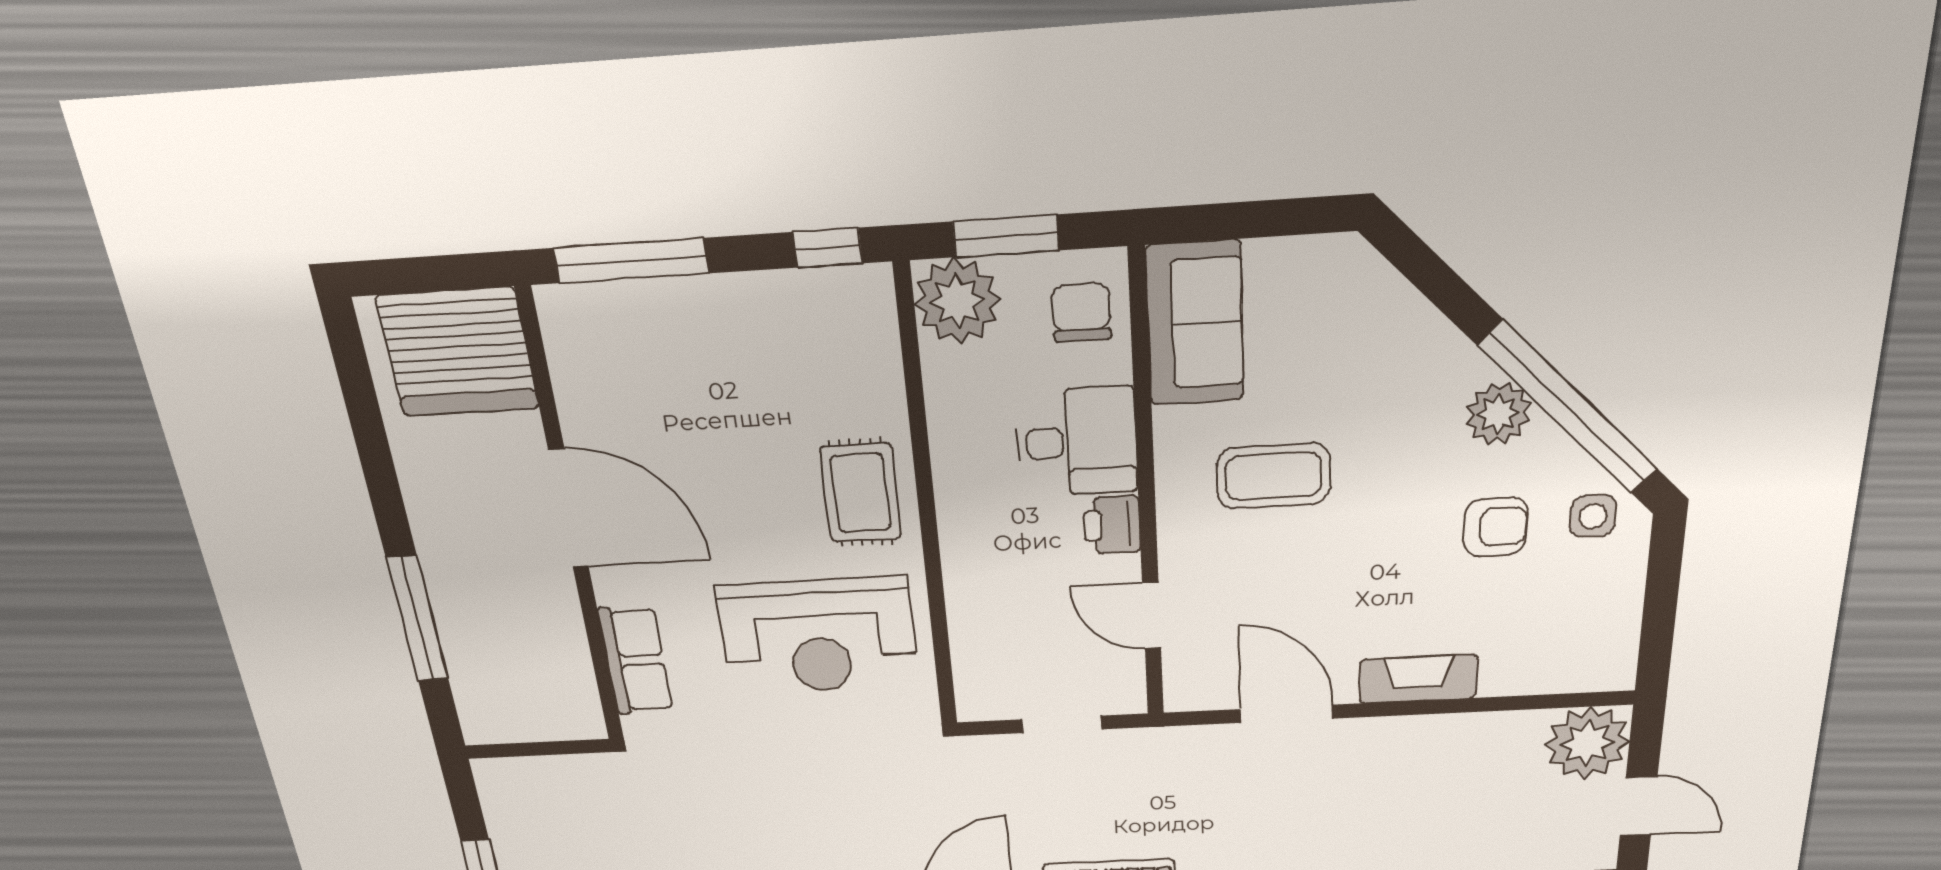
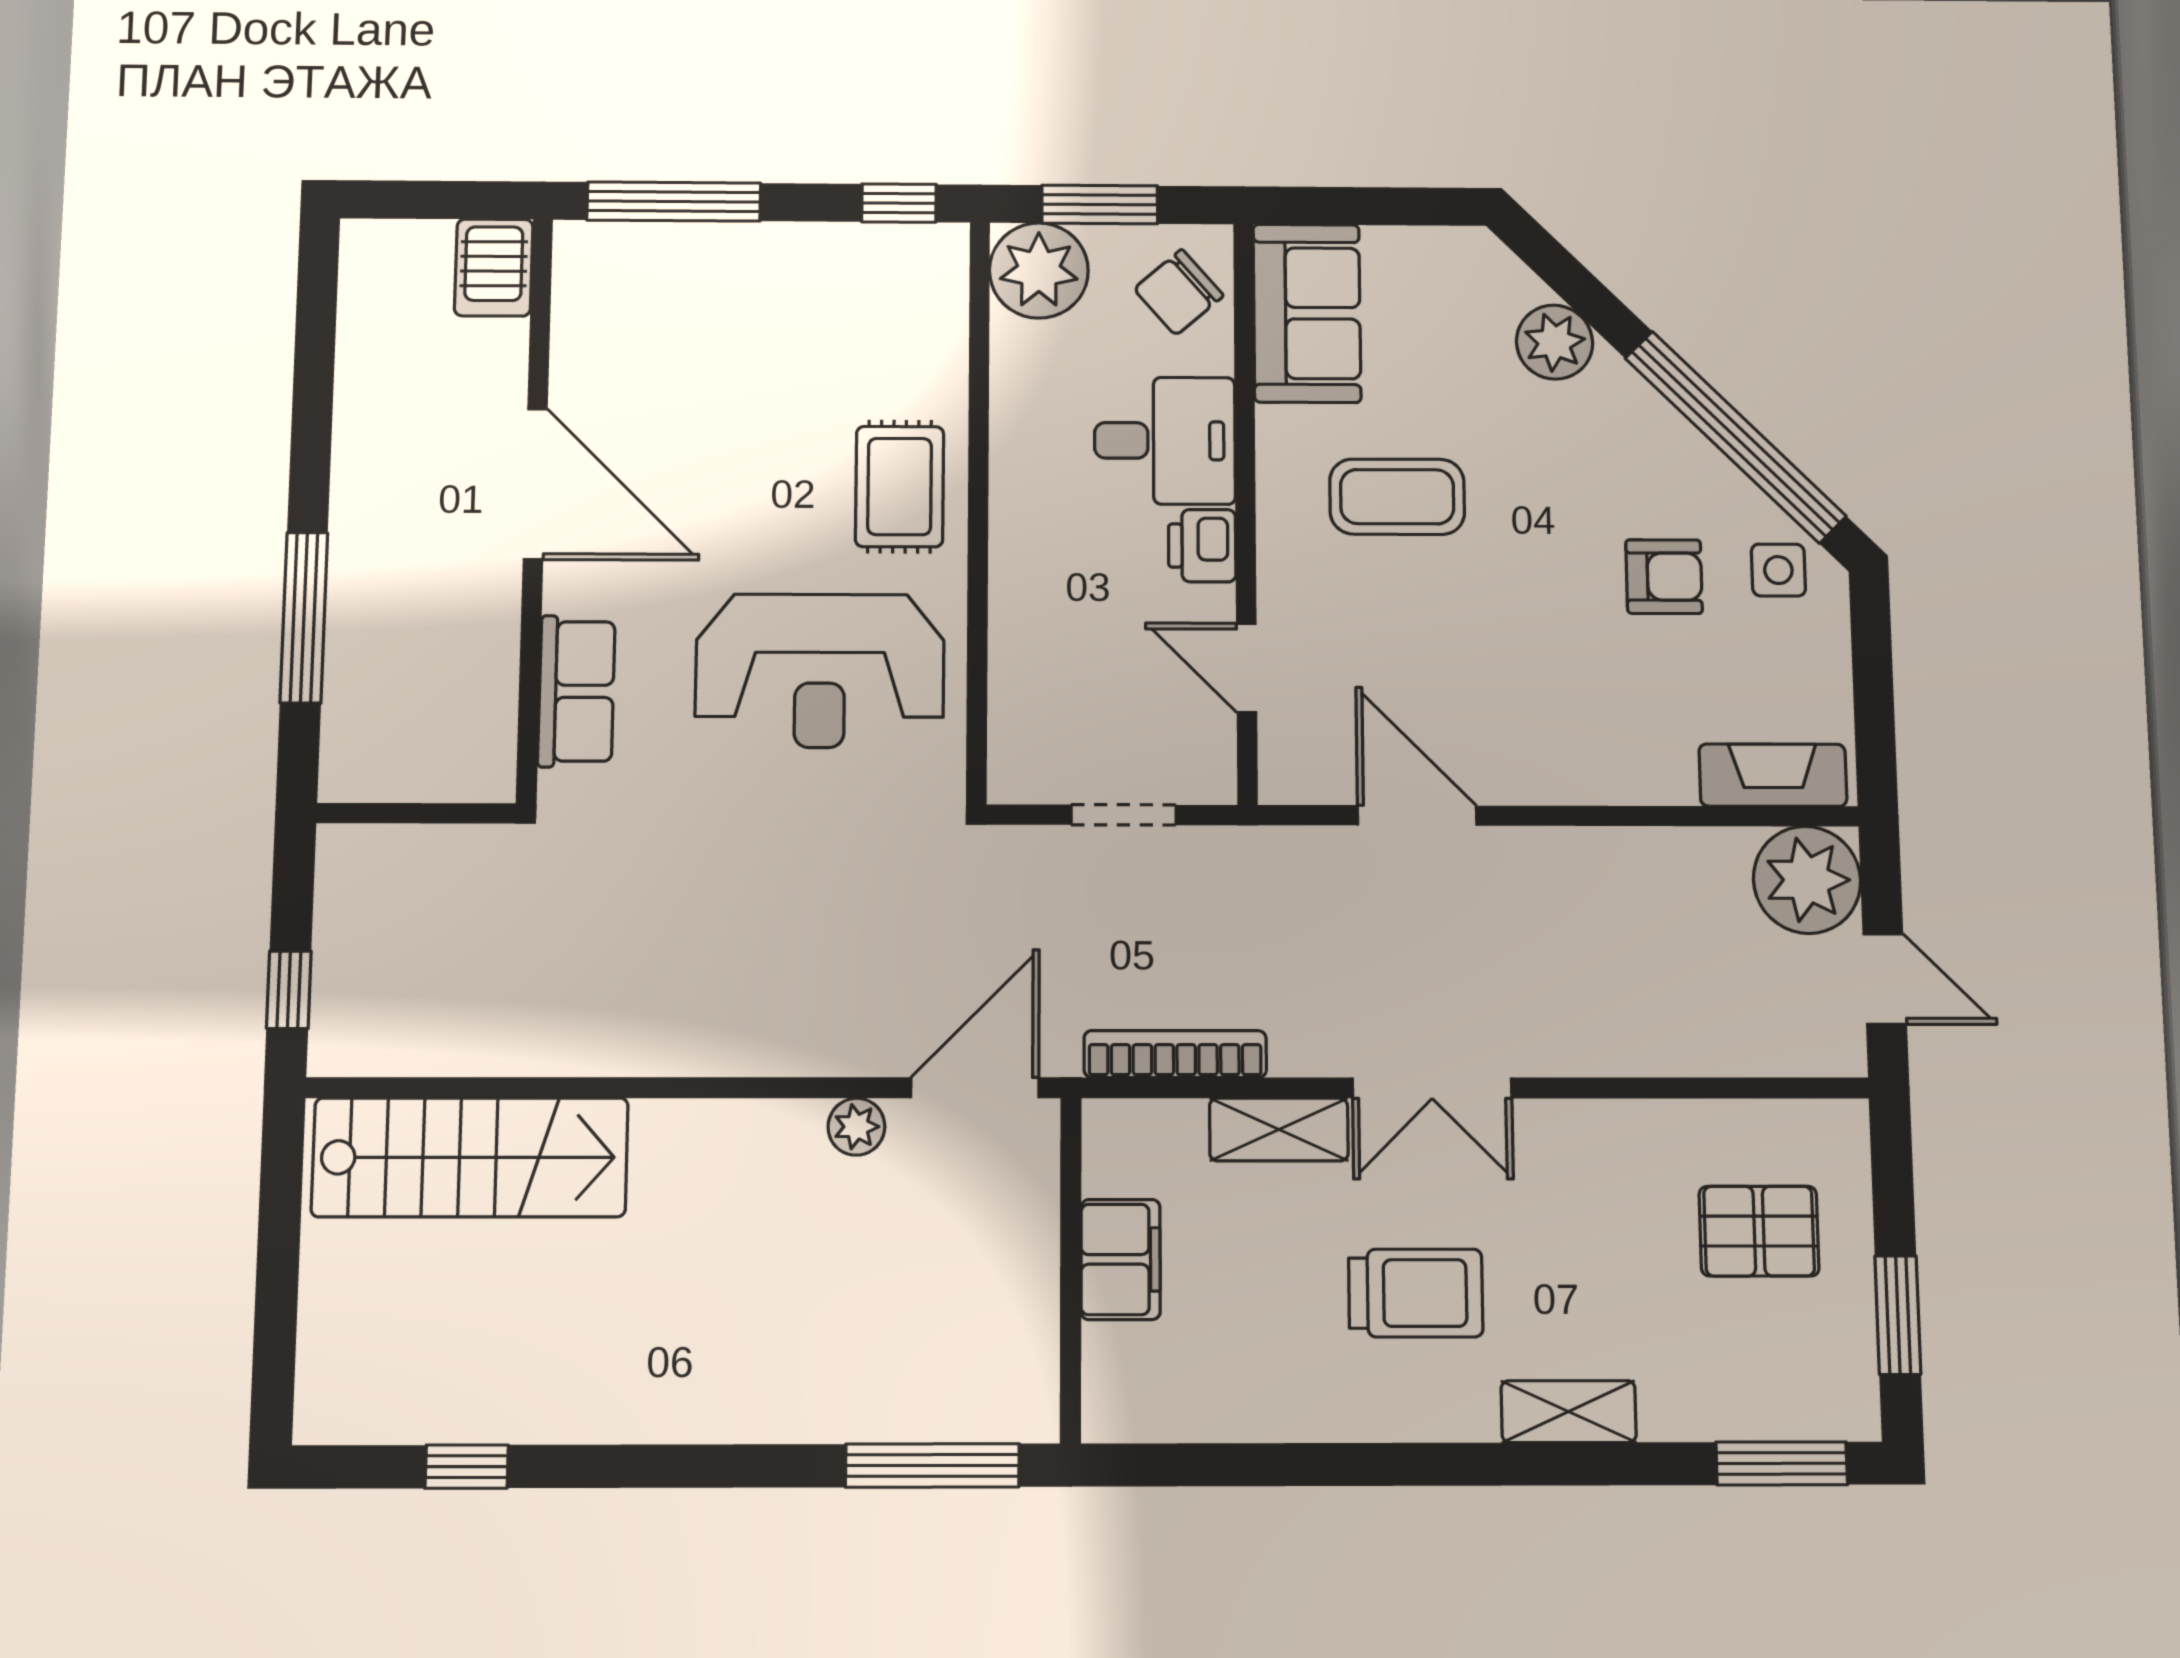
chair: (1081, 312) -> (1179, 292), turned -131
server rack: (458, 352) -> (494, 268), width x0.46, depth x0.70
plant: (1498, 414) -> (1555, 342), moved
fireplace: (1418, 679) -> (1773, 775), moved

